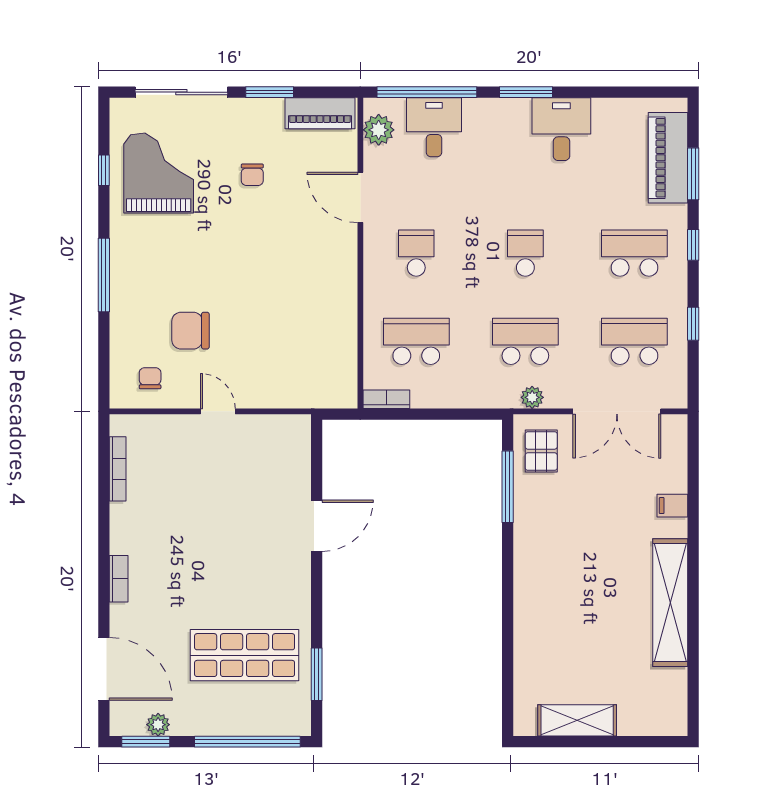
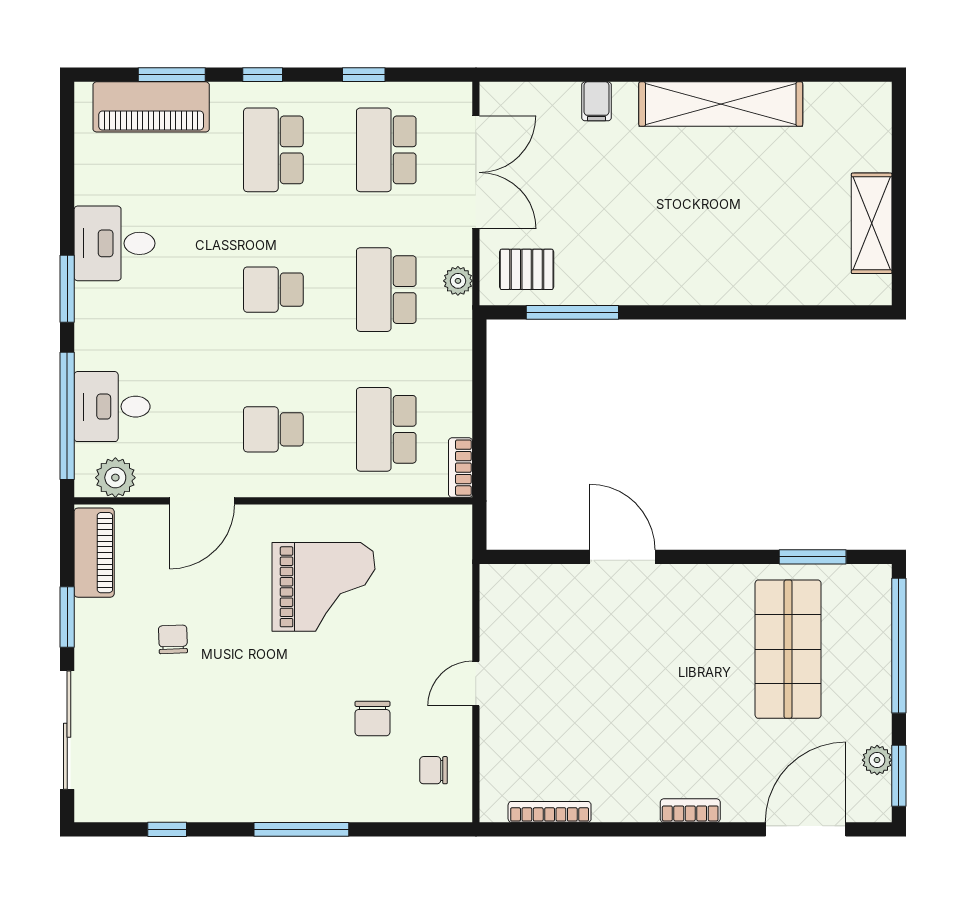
grand piano: (159, 173) -> (324, 587), moved, turned 180
chair: (252, 175) -> (173, 639), turned -92
chair: (191, 331) -> (373, 718), width x0.73, depth x0.73

